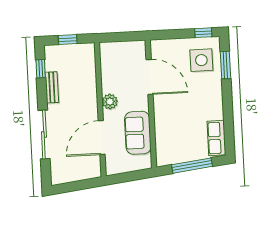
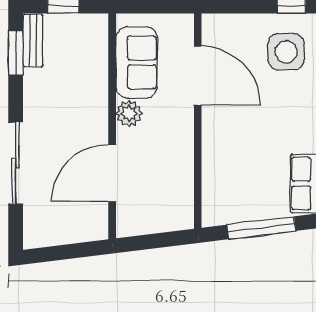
window: (41, 69) -> (16, 53), width x1.50
bench: (52, 87) -> (33, 41), moved
sofa: (138, 133) -> (137, 62), moved, turned 180

